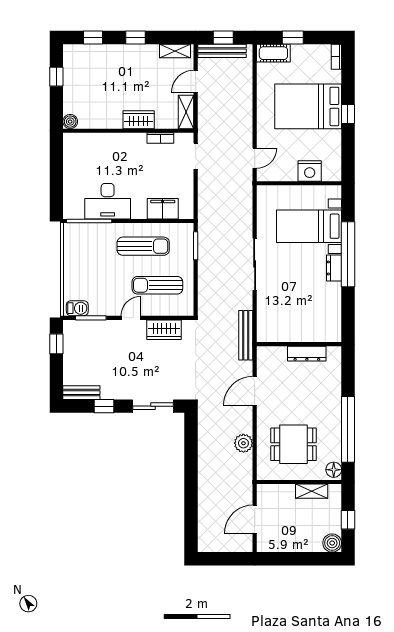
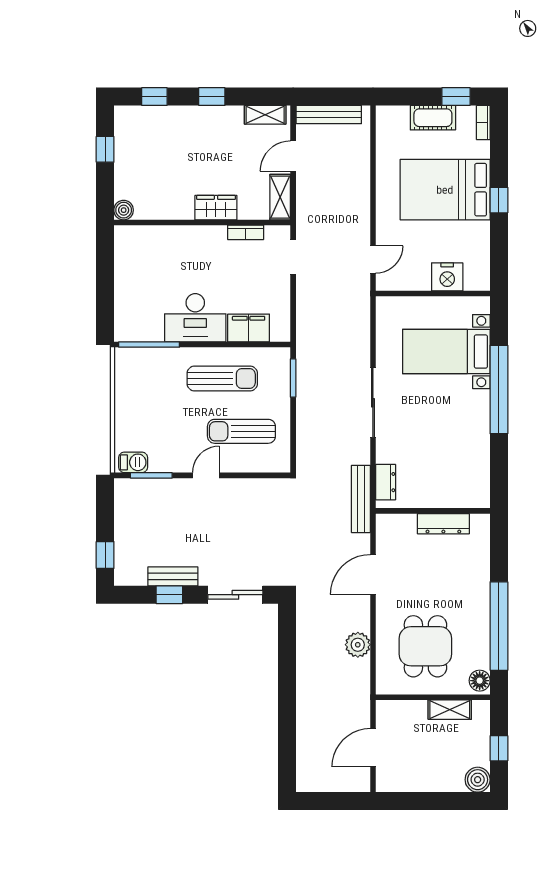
window: (223, 37) -> (330, 97), removed
window: (293, 37) -> (456, 97), moved
cot: (273, 53) -> (433, 118), moved
desk: (108, 201) -> (195, 318), moved
dresser: (334, 268) -> (386, 482), moved, turned 180
wardrobe: (164, 330) -> (250, 491), removed
window: (56, 344) -> (105, 555), moved
bench: (81, 393) -> (173, 576), moved
dining table: (294, 444) -> (425, 646), turned 90

